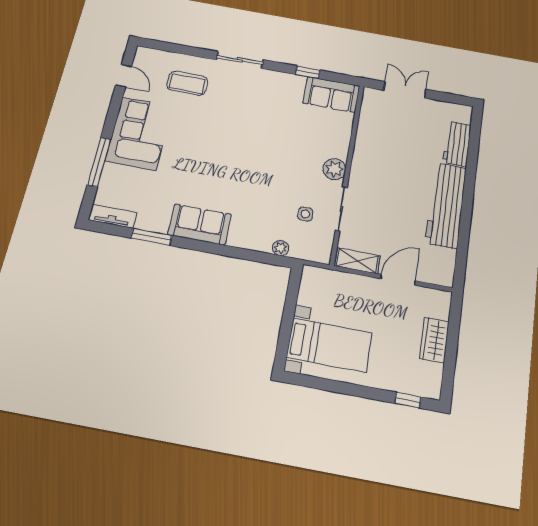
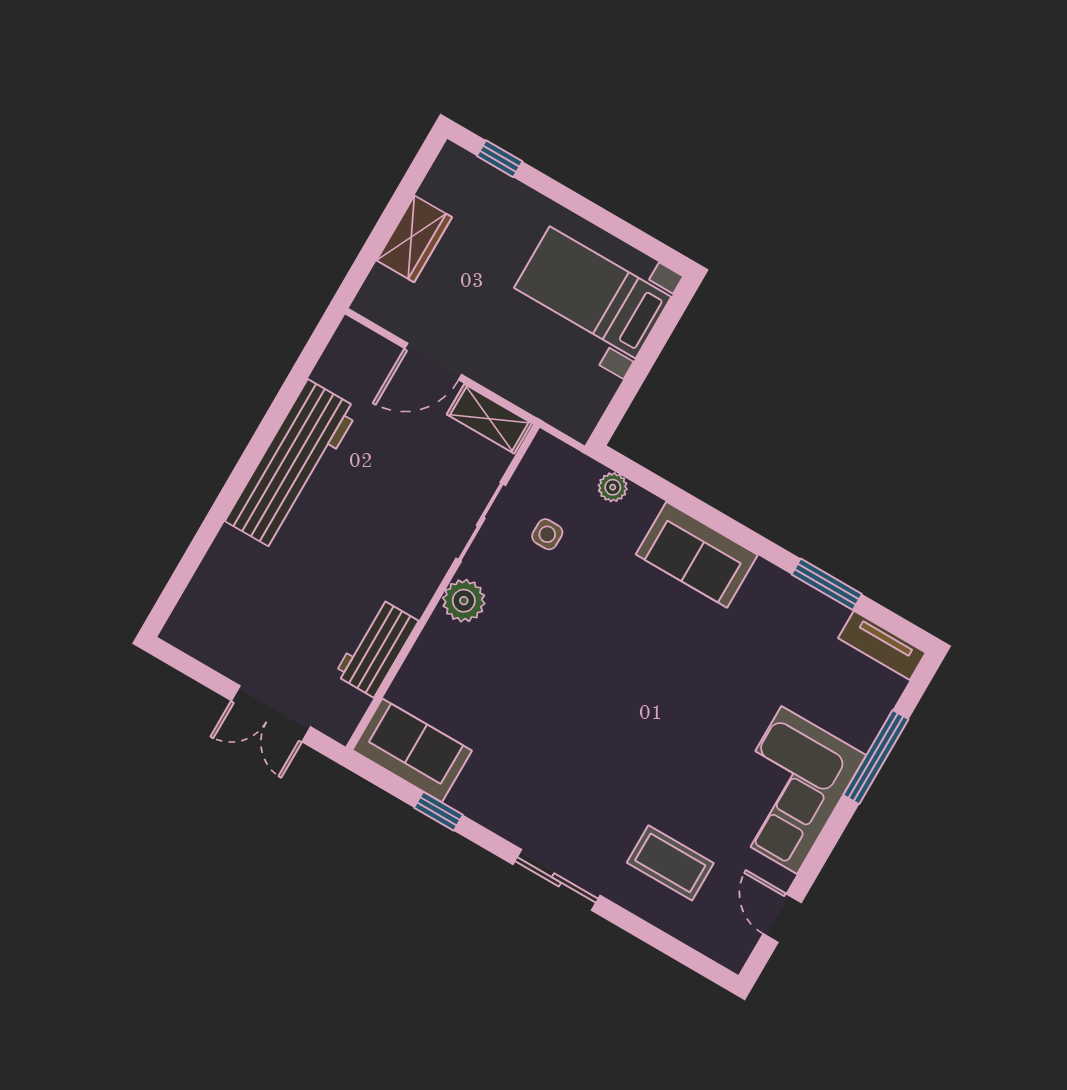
workbench: (457, 144) -> (376, 648), moved, turned 180
sofa: (200, 225) -> (697, 555), moved

